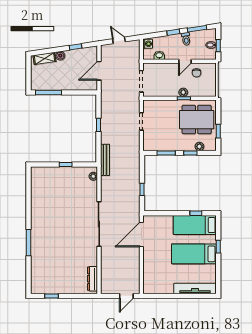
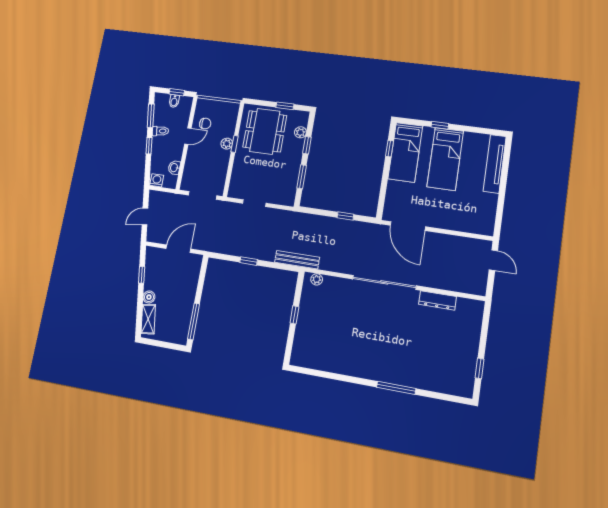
door: (185, 61) -> (188, 136), hinge flipped
door: (99, 71) -> (178, 249), swing flipped
dresser: (93, 279) -> (437, 300), moved

